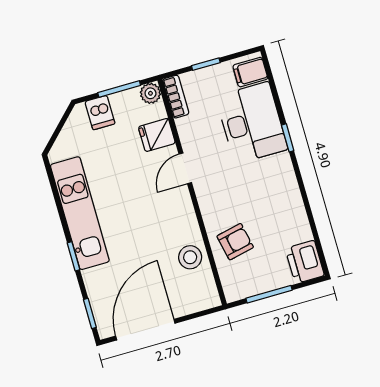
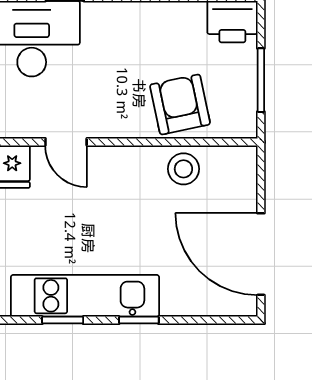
armchair: (235, 242) -> (180, 104), width x1.38, depth x1.38
window: (90, 313) -> (63, 320), moved

